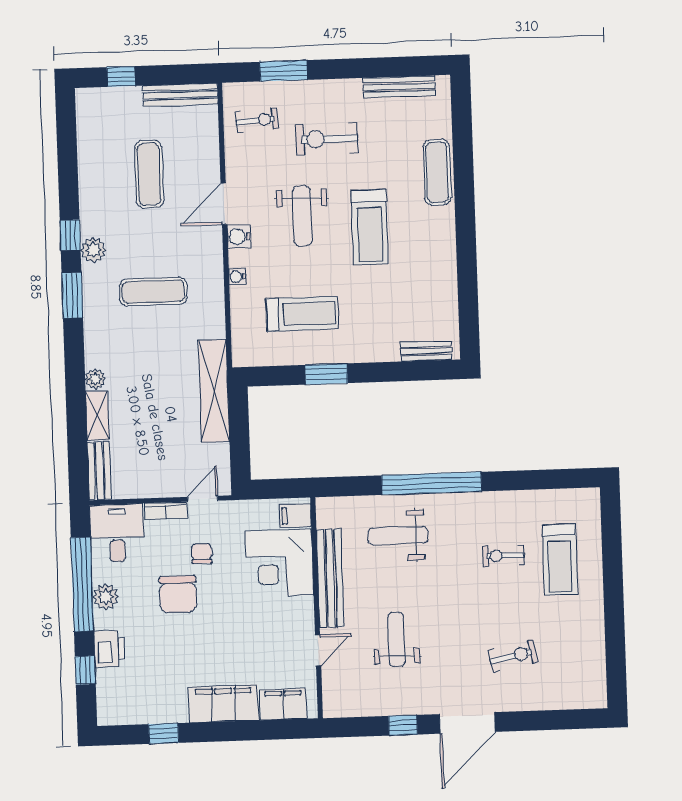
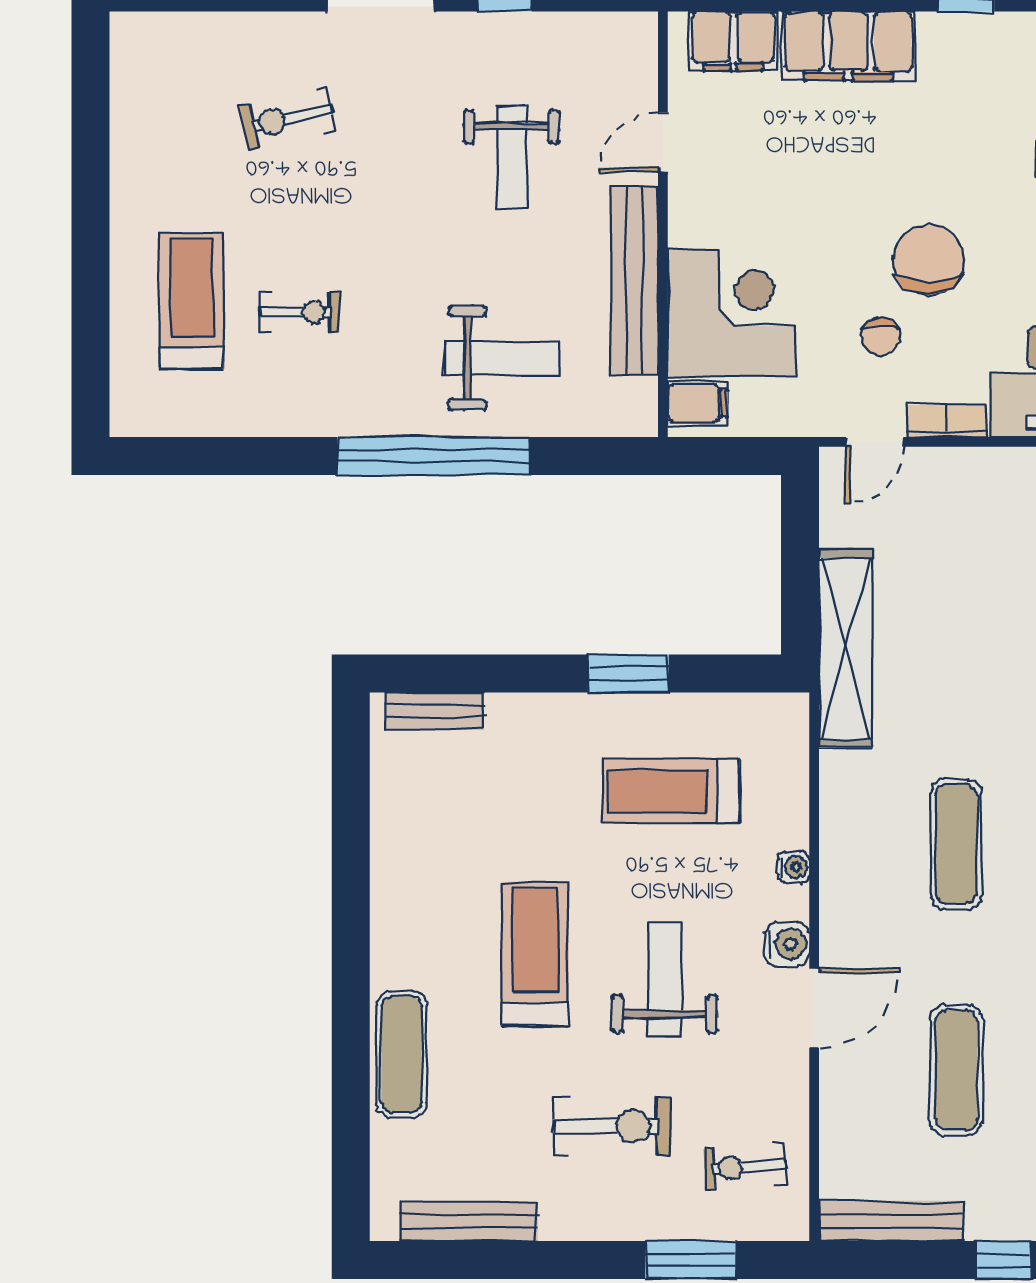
exercise mat: (153, 292) -> (956, 844), turned 90

